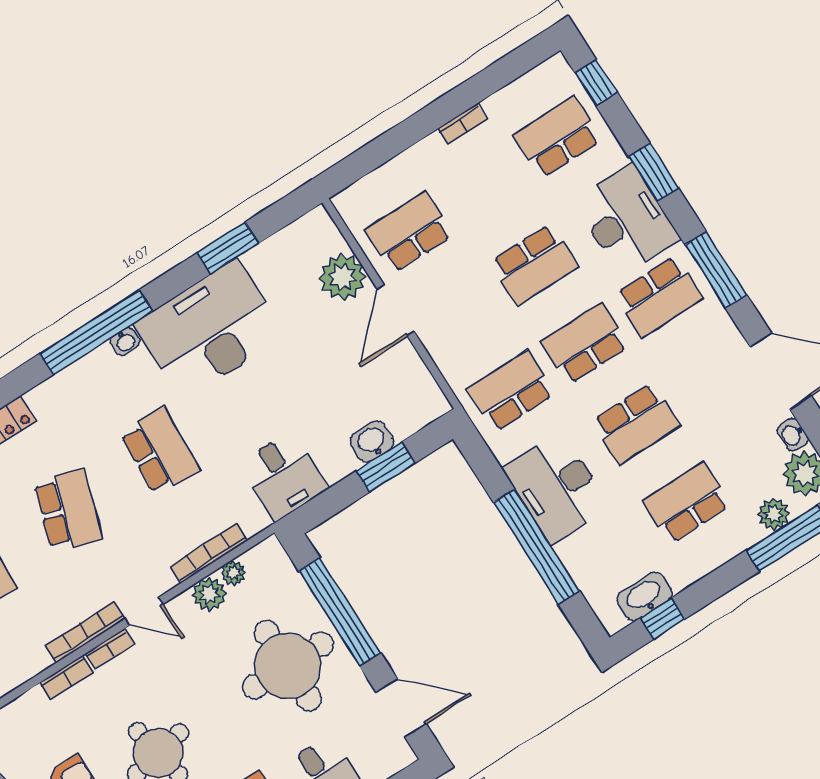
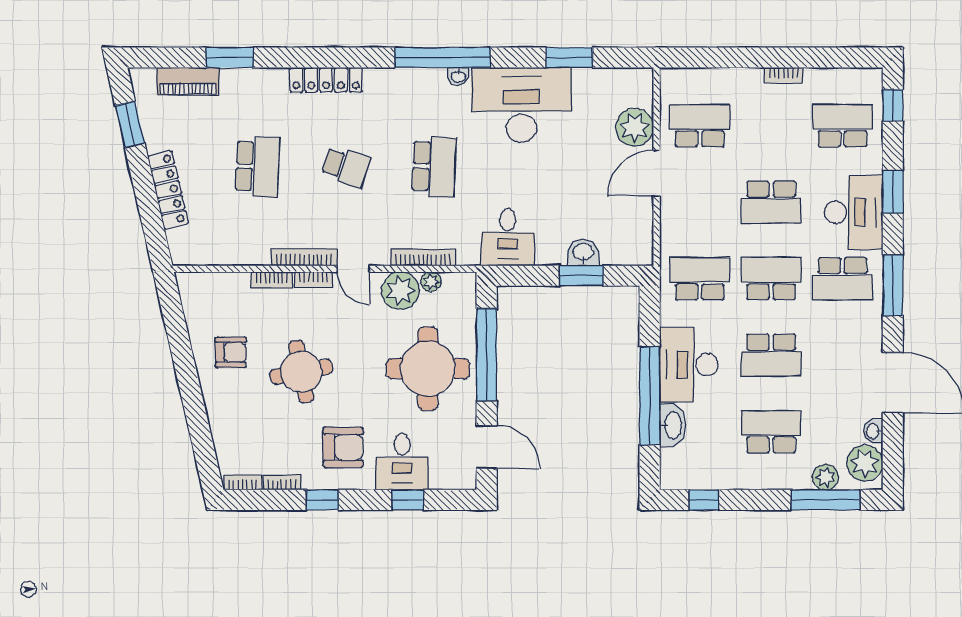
school desk: (68, 510) -> (346, 167), width x0.54
plant: (209, 594) -> (401, 291), width x1.36, depth x1.36
washbasin: (644, 596) -> (673, 425), moved, turned 90

